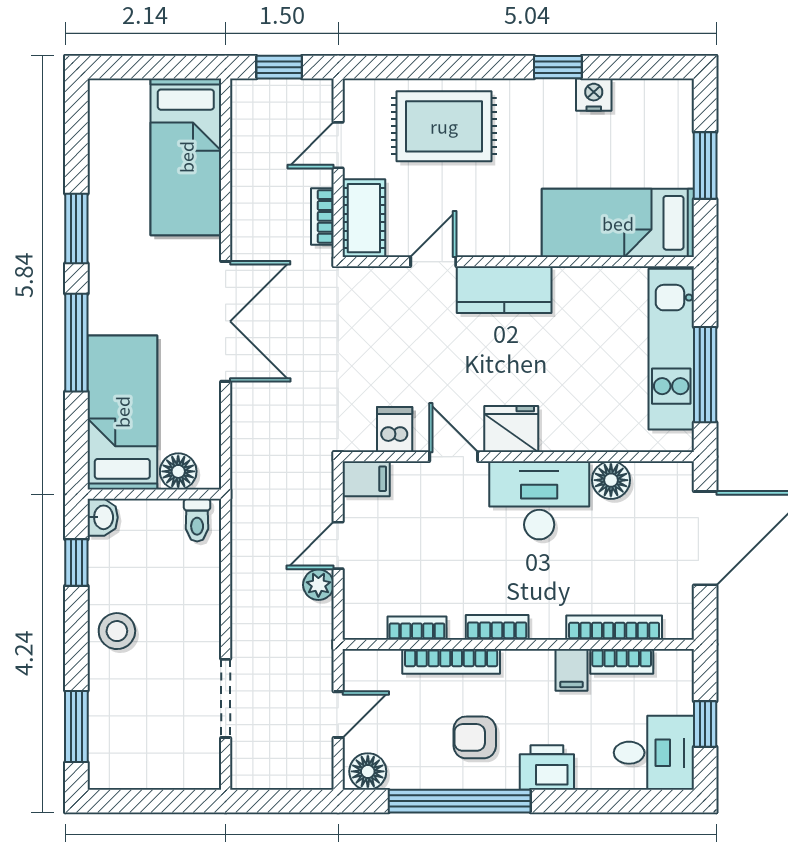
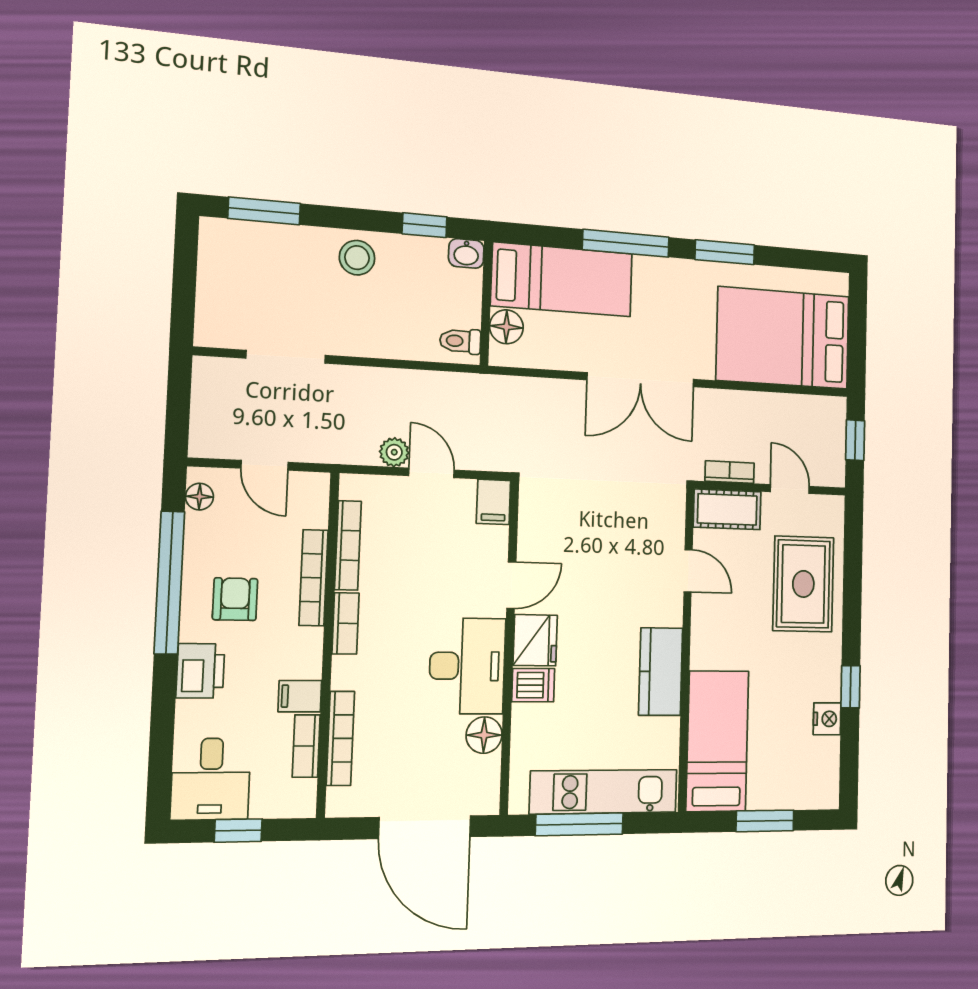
bed: (186, 157) -> (783, 338), width x1.50
kitchen counter: (504, 290) -> (661, 672), moved
dishwasher: (395, 430) -> (533, 685), moved
bookcase: (417, 628) -> (348, 545), width x1.56
floor lamp: (368, 771) -> (199, 497), width x0.73, depth x0.73

